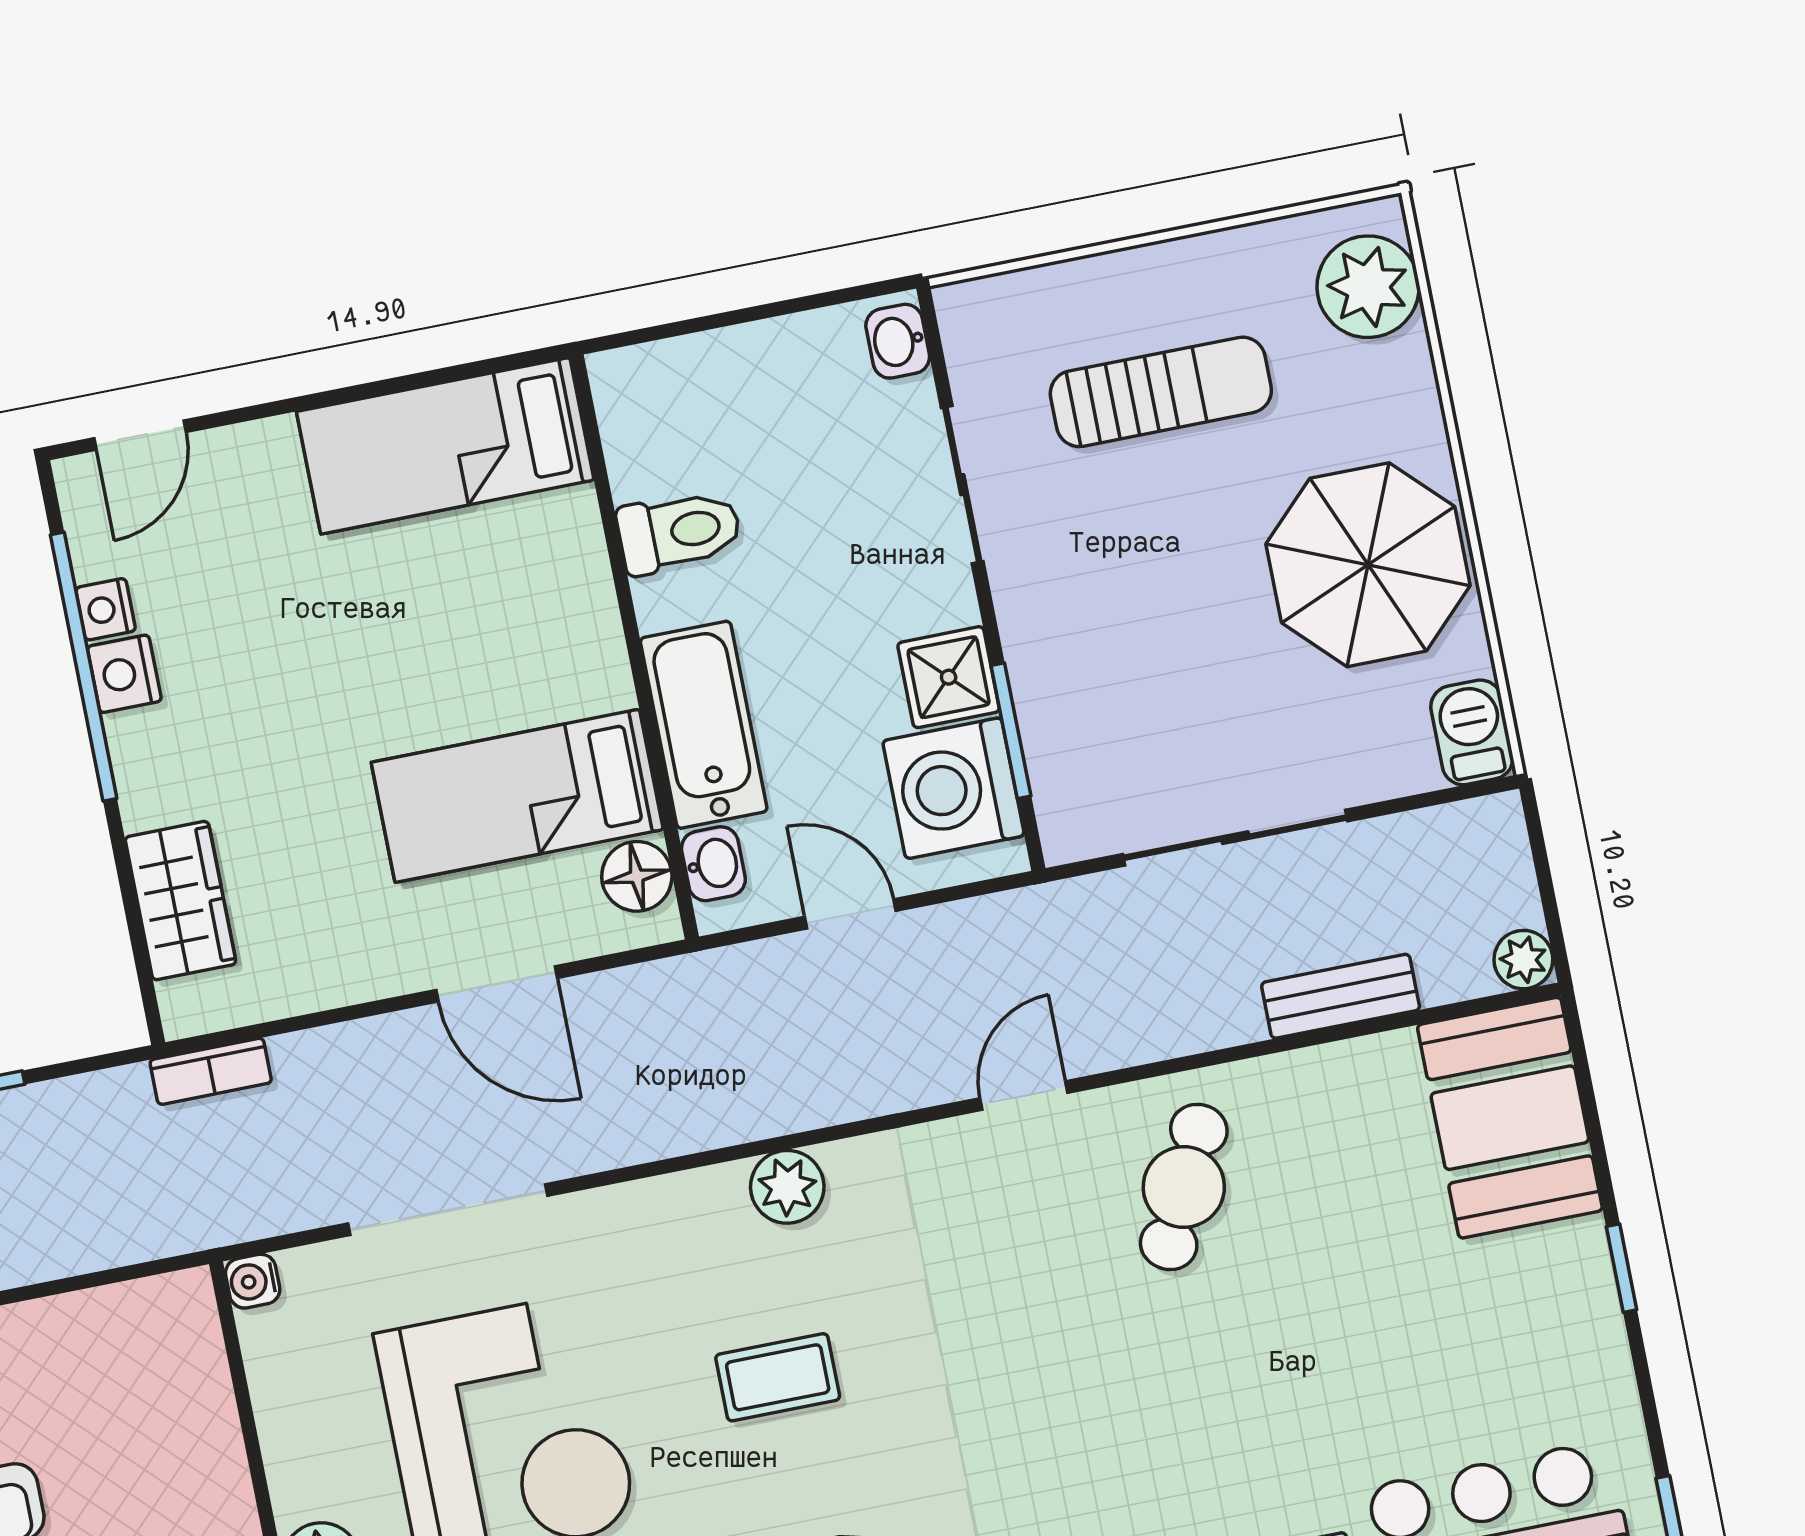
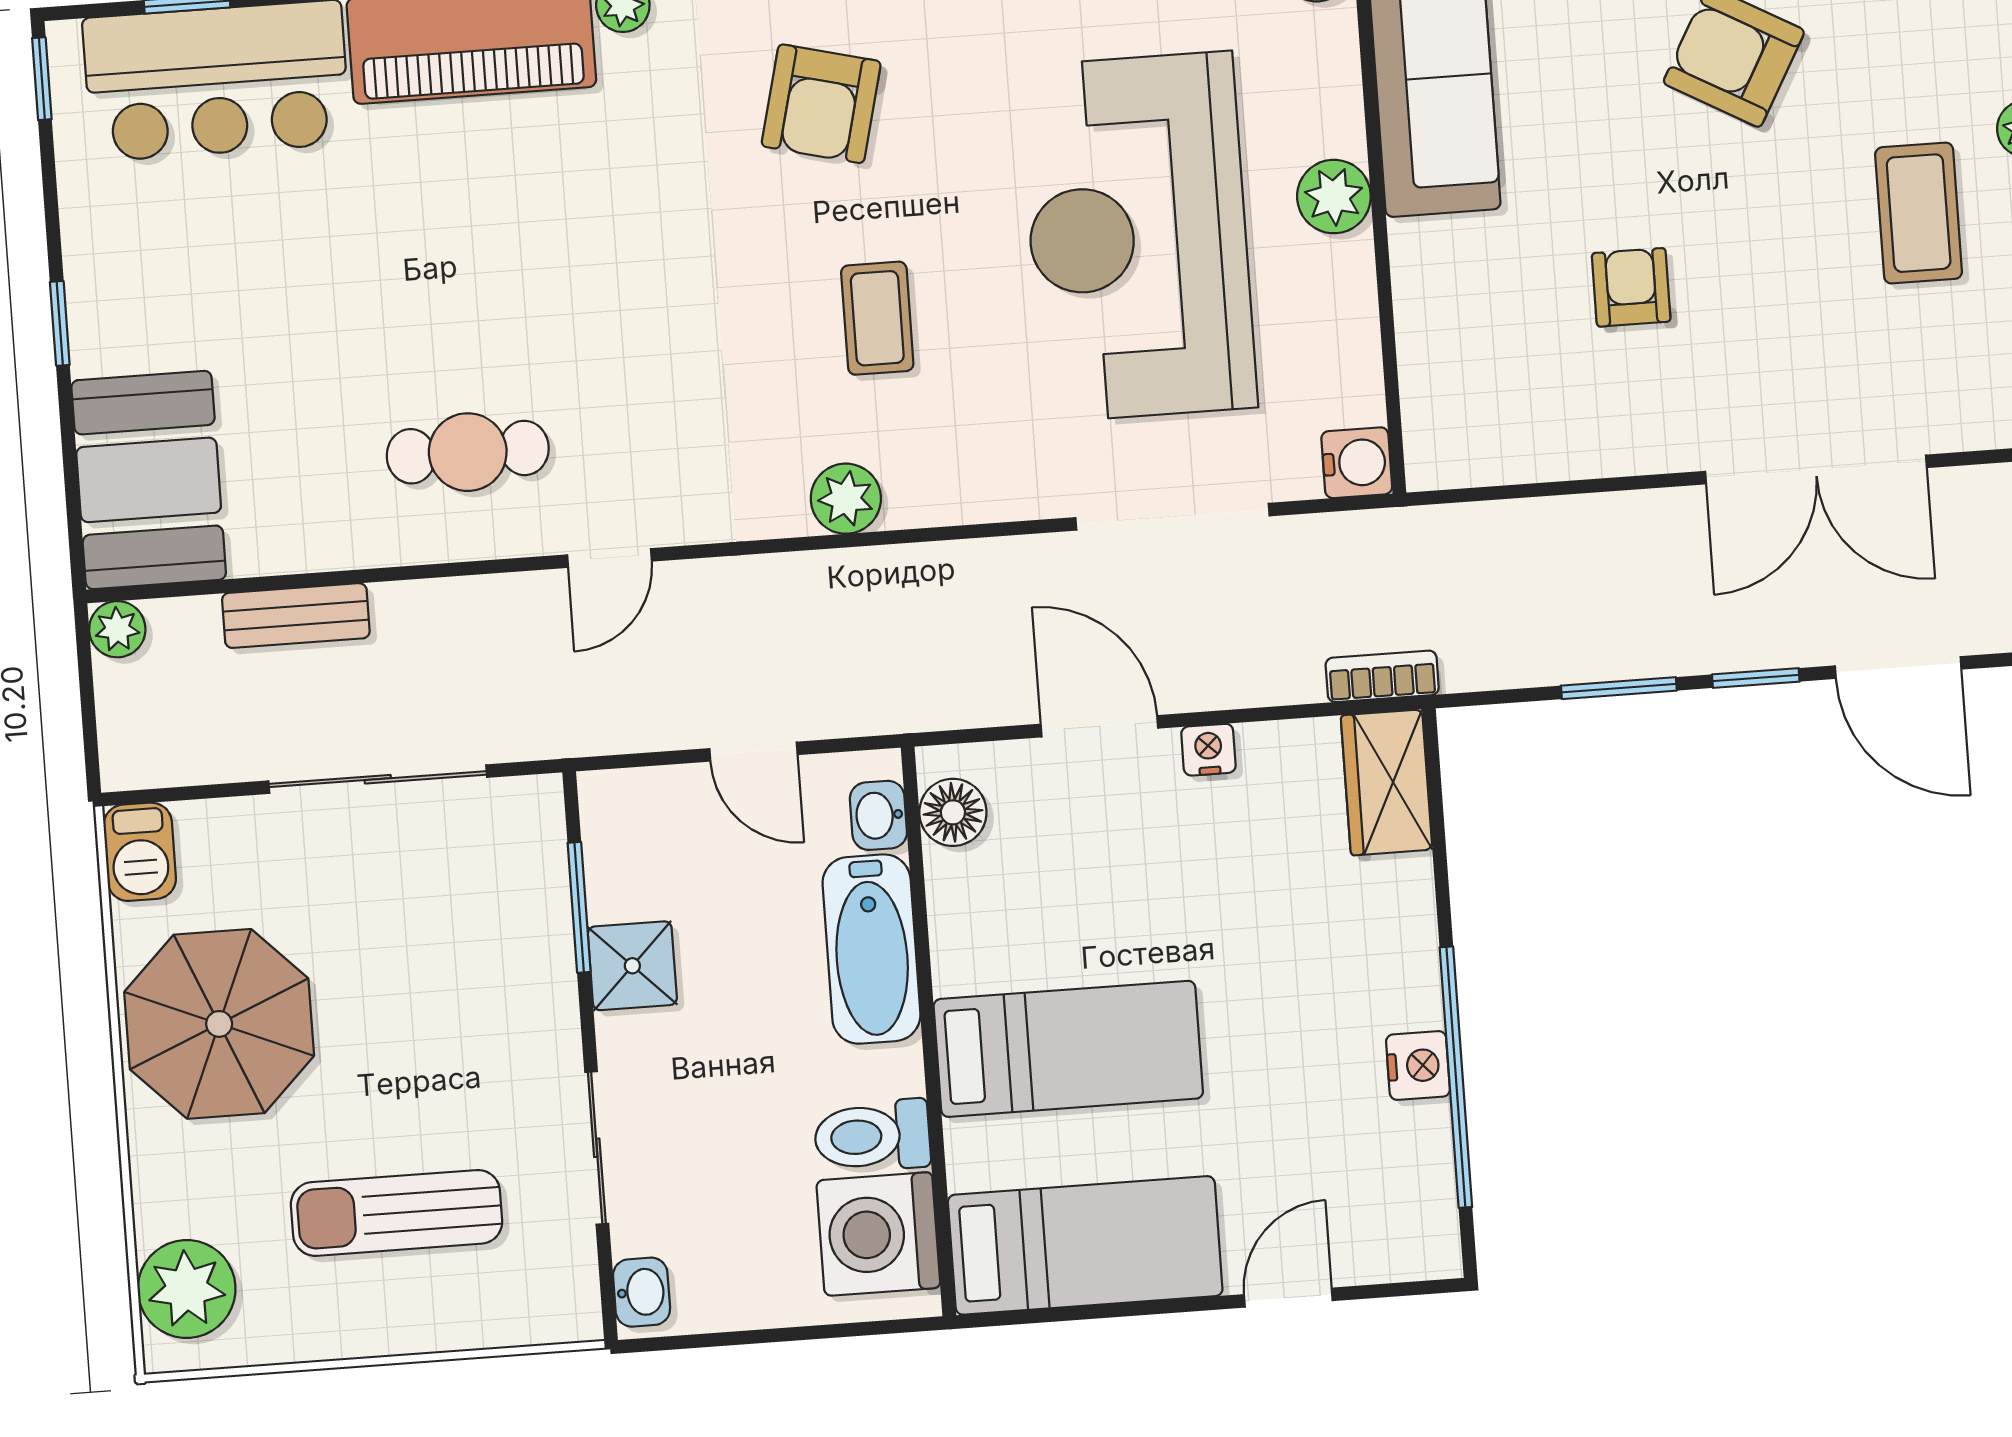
door: (140, 435) -> (1288, 1298), moved
nightstand: (106, 609) -> (1208, 750), moved, turned -90
washing machine: (953, 788) -> (878, 1234), moved, turned 180
bed: (517, 796) -> (1068, 1049), moved
wardrobe: (180, 901) -> (1387, 782), moved
cafe table: (1184, 1187) -> (468, 452), turned 64
water cooler: (253, 1281) -> (1357, 463), width x1.38, depth x1.38
coffee table: (778, 1377) -> (877, 318), turned 90

